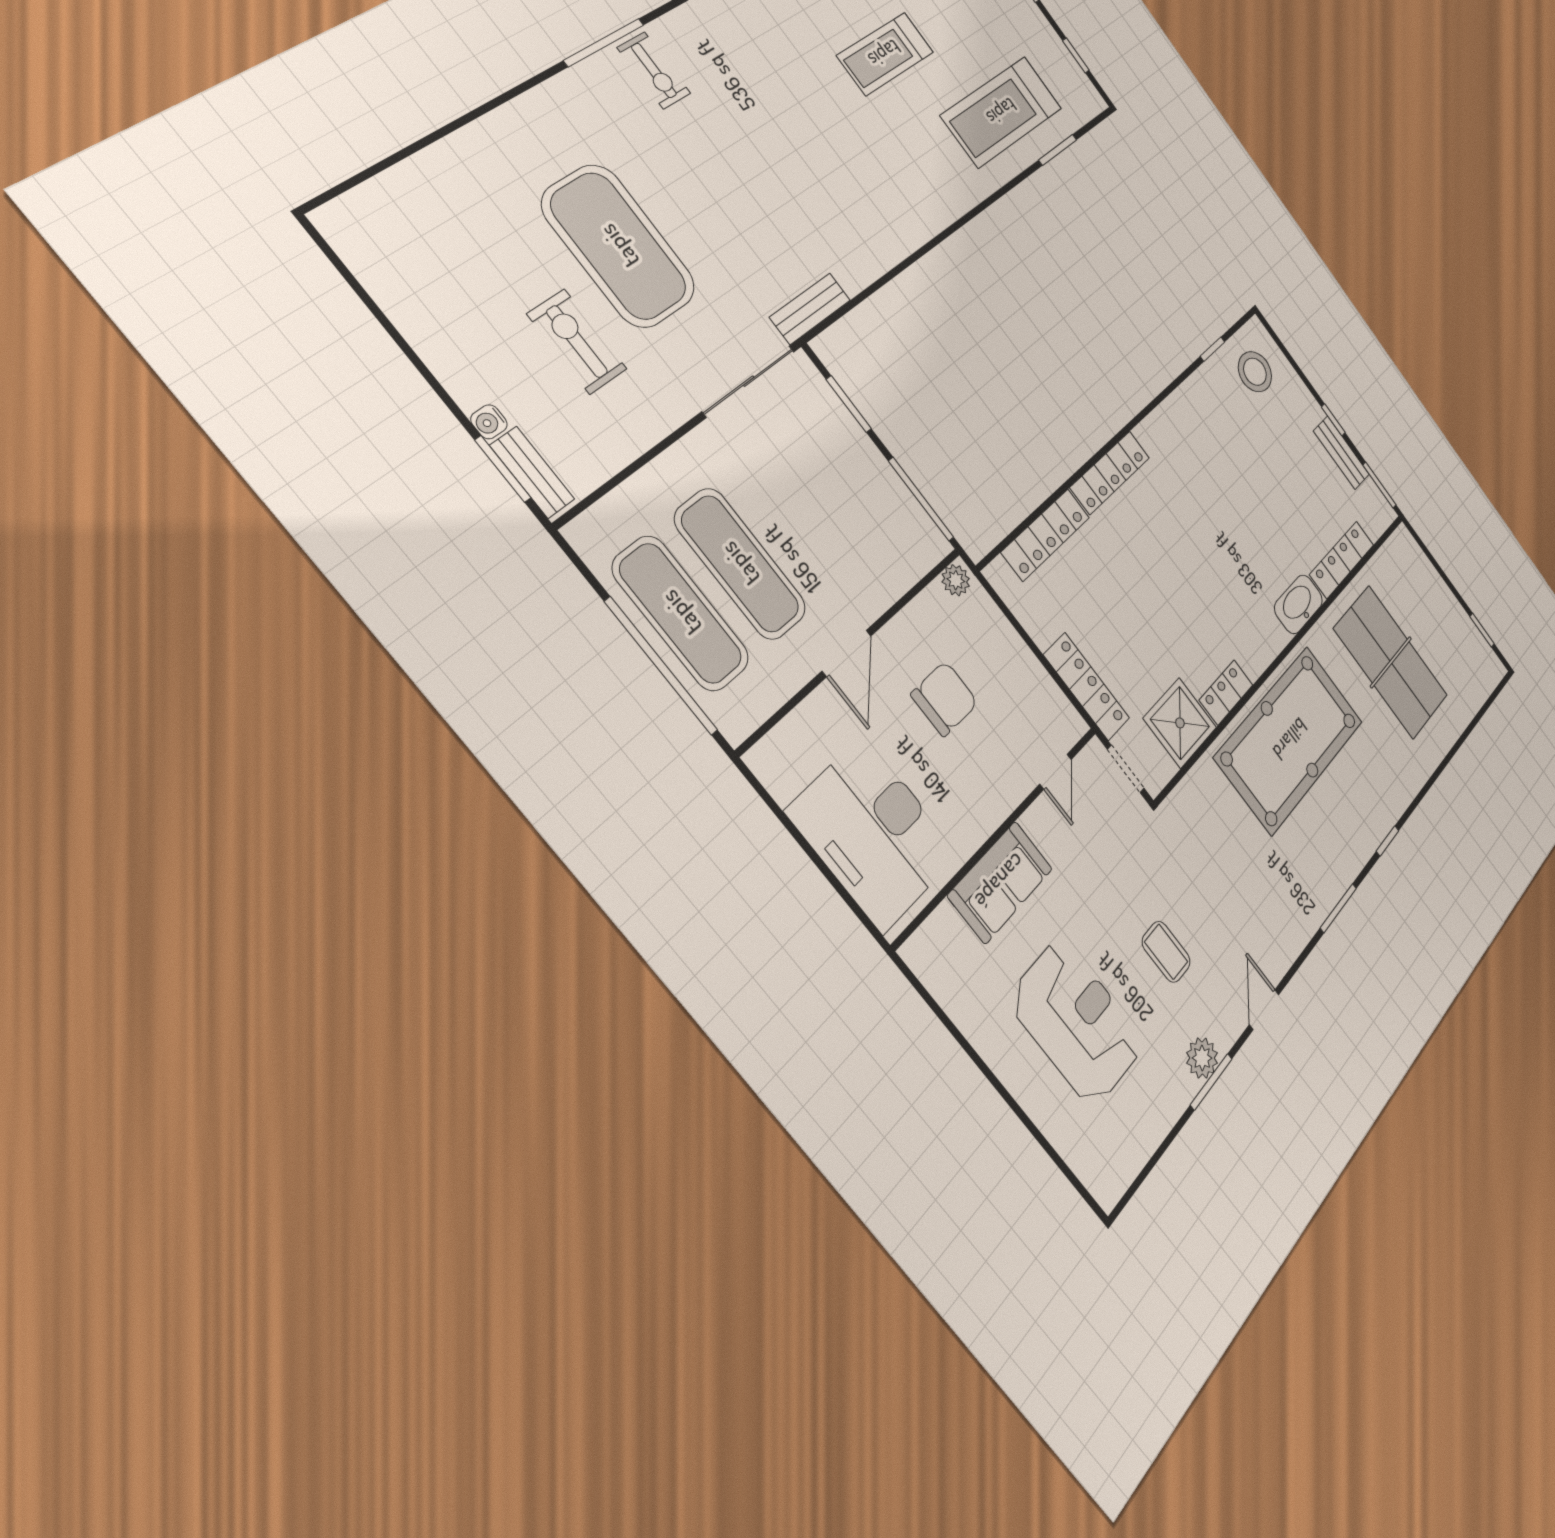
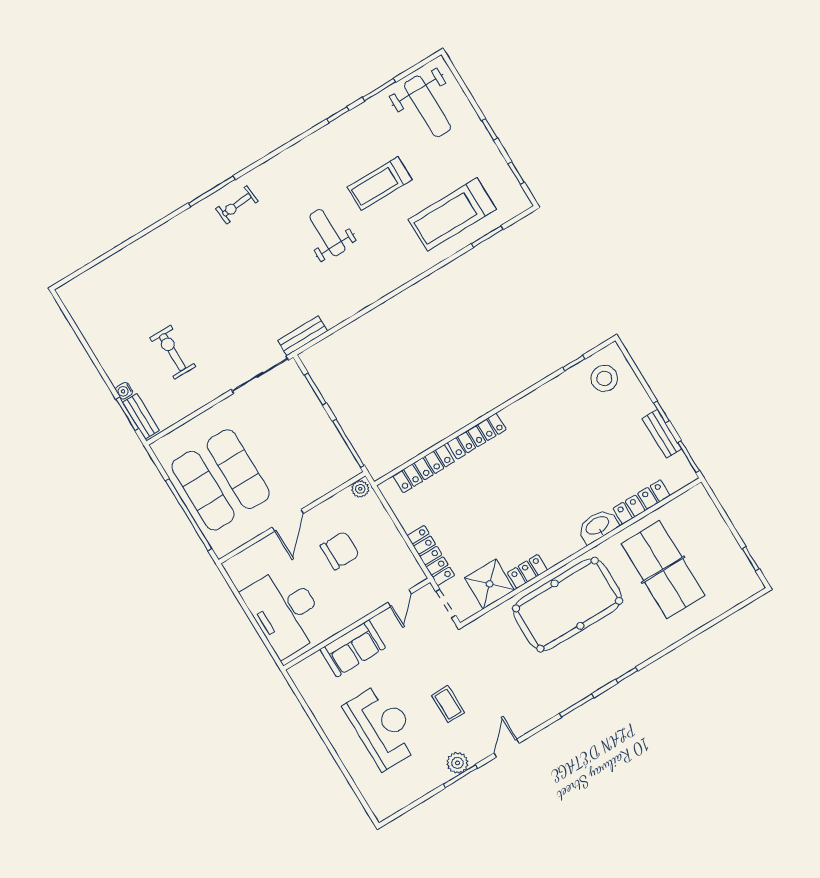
exercise bike: (654, 71) -> (237, 205), turned 85
weight bench: (818, 130) -> (327, 233), added
exercise mat: (619, 246) -> (202, 302), removed

